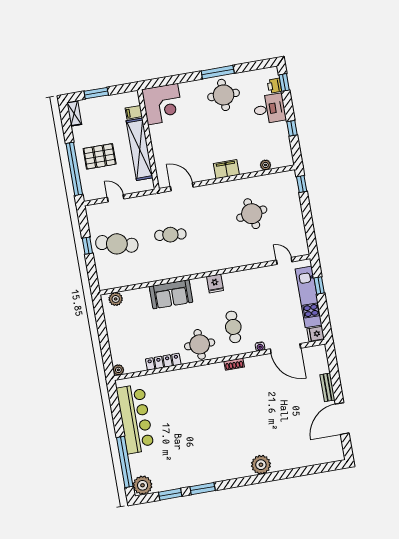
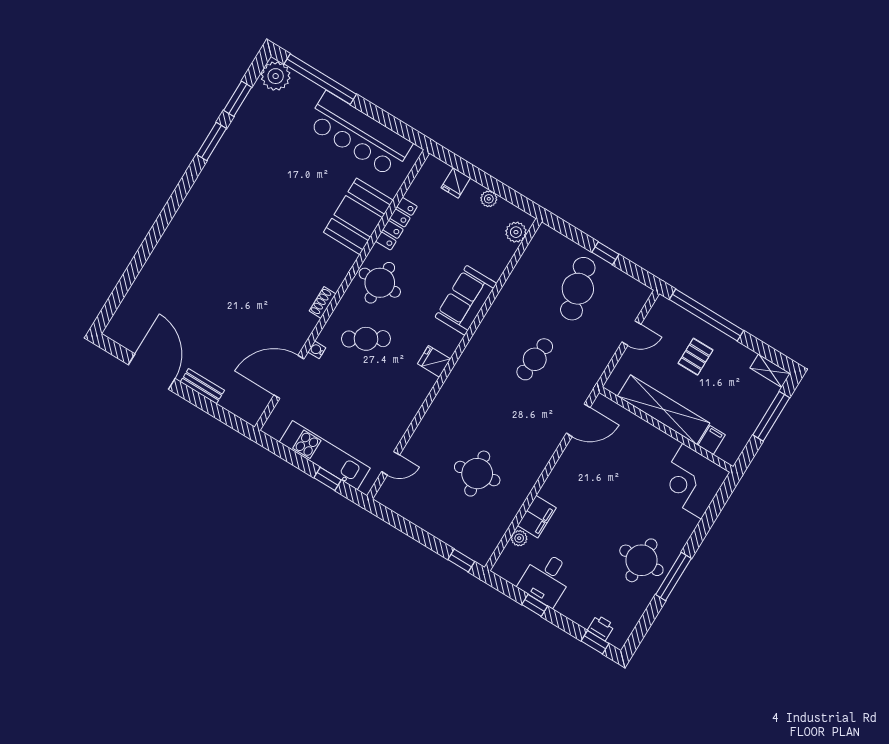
window: (96, 93) -> (771, 416), width x1.44
desk: (269, 109) -> (546, 579), moved
pallet: (100, 156) -> (695, 357), width x0.67, depth x0.71
filing cabinet: (226, 169) -> (537, 517), moved
cafe table: (117, 244) -> (578, 289), turned -30
cafe table: (233, 327) -> (366, 339), turned -32
fridge: (316, 334) -> (456, 183), moved, turned 180
plant: (118, 370) -> (489, 199), moved
booth: (176, 384) -> (358, 216), added
plant: (261, 465) -> (180, 232), removed

